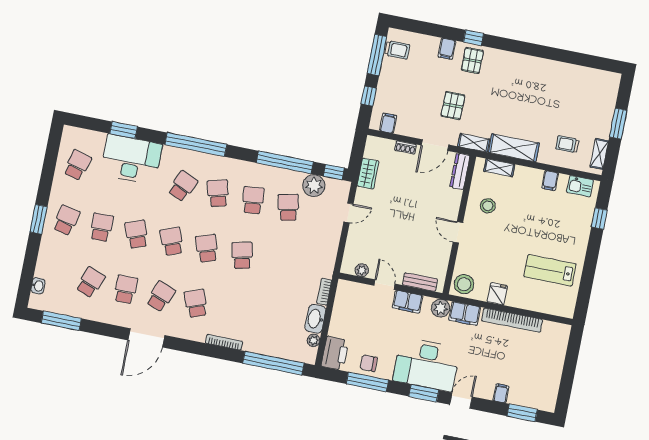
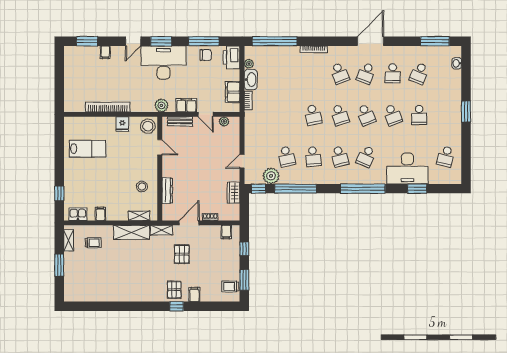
window: (377, 55) -> (244, 280), width x0.69
dresser: (460, 171) -> (167, 191), moved
school desk: (66, 220) -> (446, 115), removed
door: (458, 232) -> (160, 147), moved
filing cabinet: (465, 314) -> (233, 92), moved, turned -90

